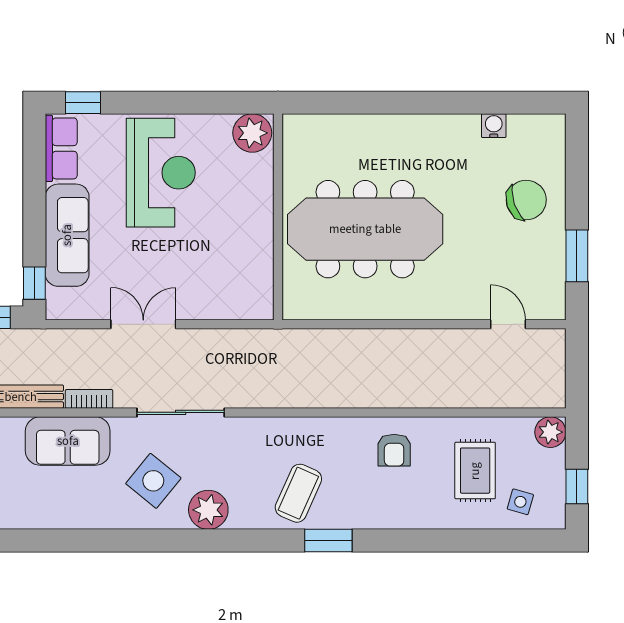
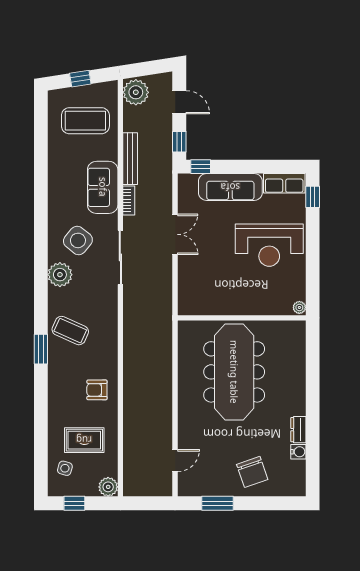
dresser: (458, 126) -> (298, 430), added
plant: (252, 133) -> (299, 307), width x0.53, depth x0.53

